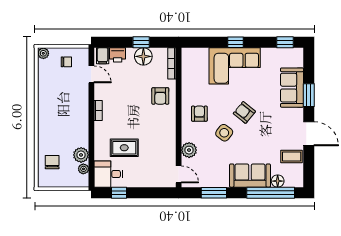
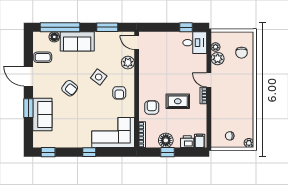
corner sofa: (235, 66) -> (113, 132), moved
door: (91, 74) -> (209, 80), moved
armchair: (244, 112) -> (70, 88), moved
rug: (124, 148) -> (178, 101), moved

